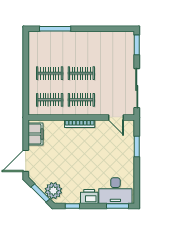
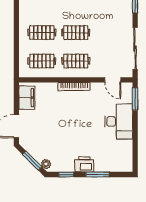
window: (137, 147) -> (135, 99), moved
plant: (53, 191) -> (46, 164), width x0.53, depth x0.53
desk: (115, 191) -> (119, 121), moved, turned -90
window: (118, 206) -> (98, 175), moved

